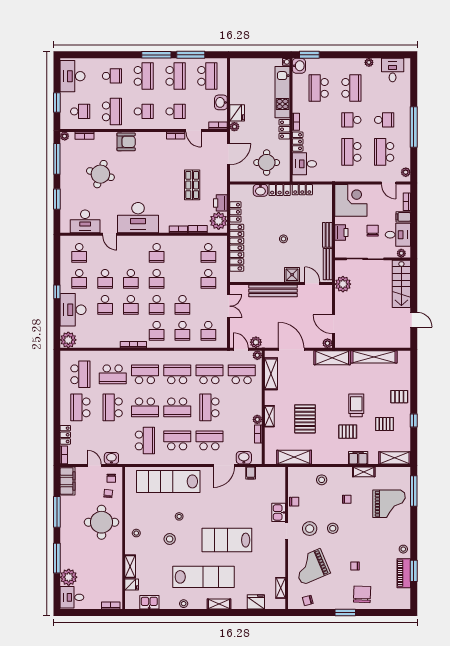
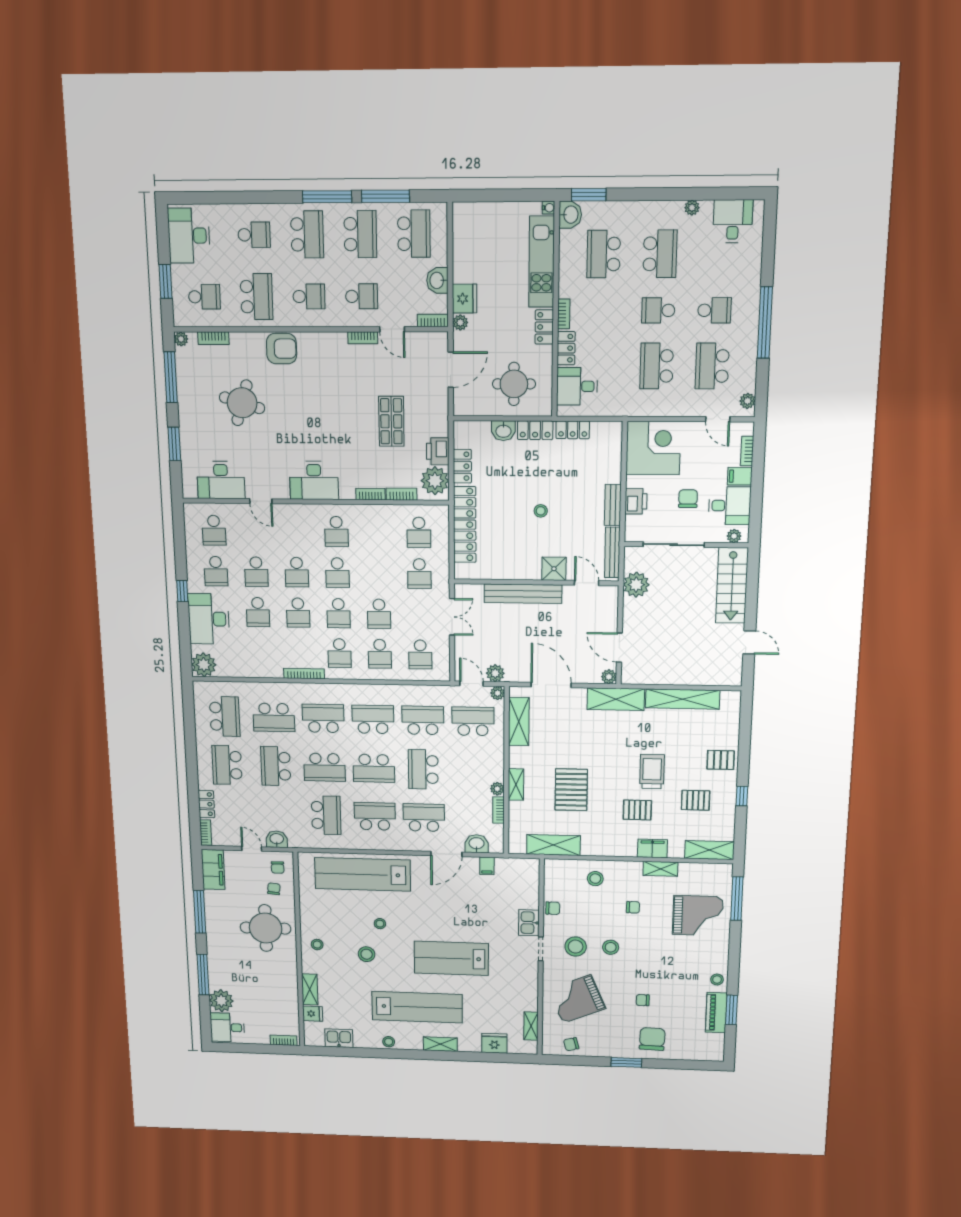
desk: (138, 218) -> (314, 480), width x0.73, depth x0.77

